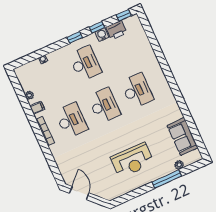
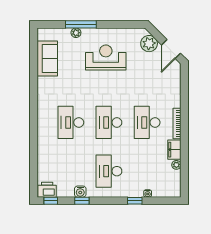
printer: (116, 30) -> (47, 190), moved
window: (75, 37) -> (135, 201), moved
filing cabinet: (37, 108) -> (174, 150), width x2.00
plant: (179, 165) -> (76, 33), moved
plant: (100, 189) -> (149, 44), added

